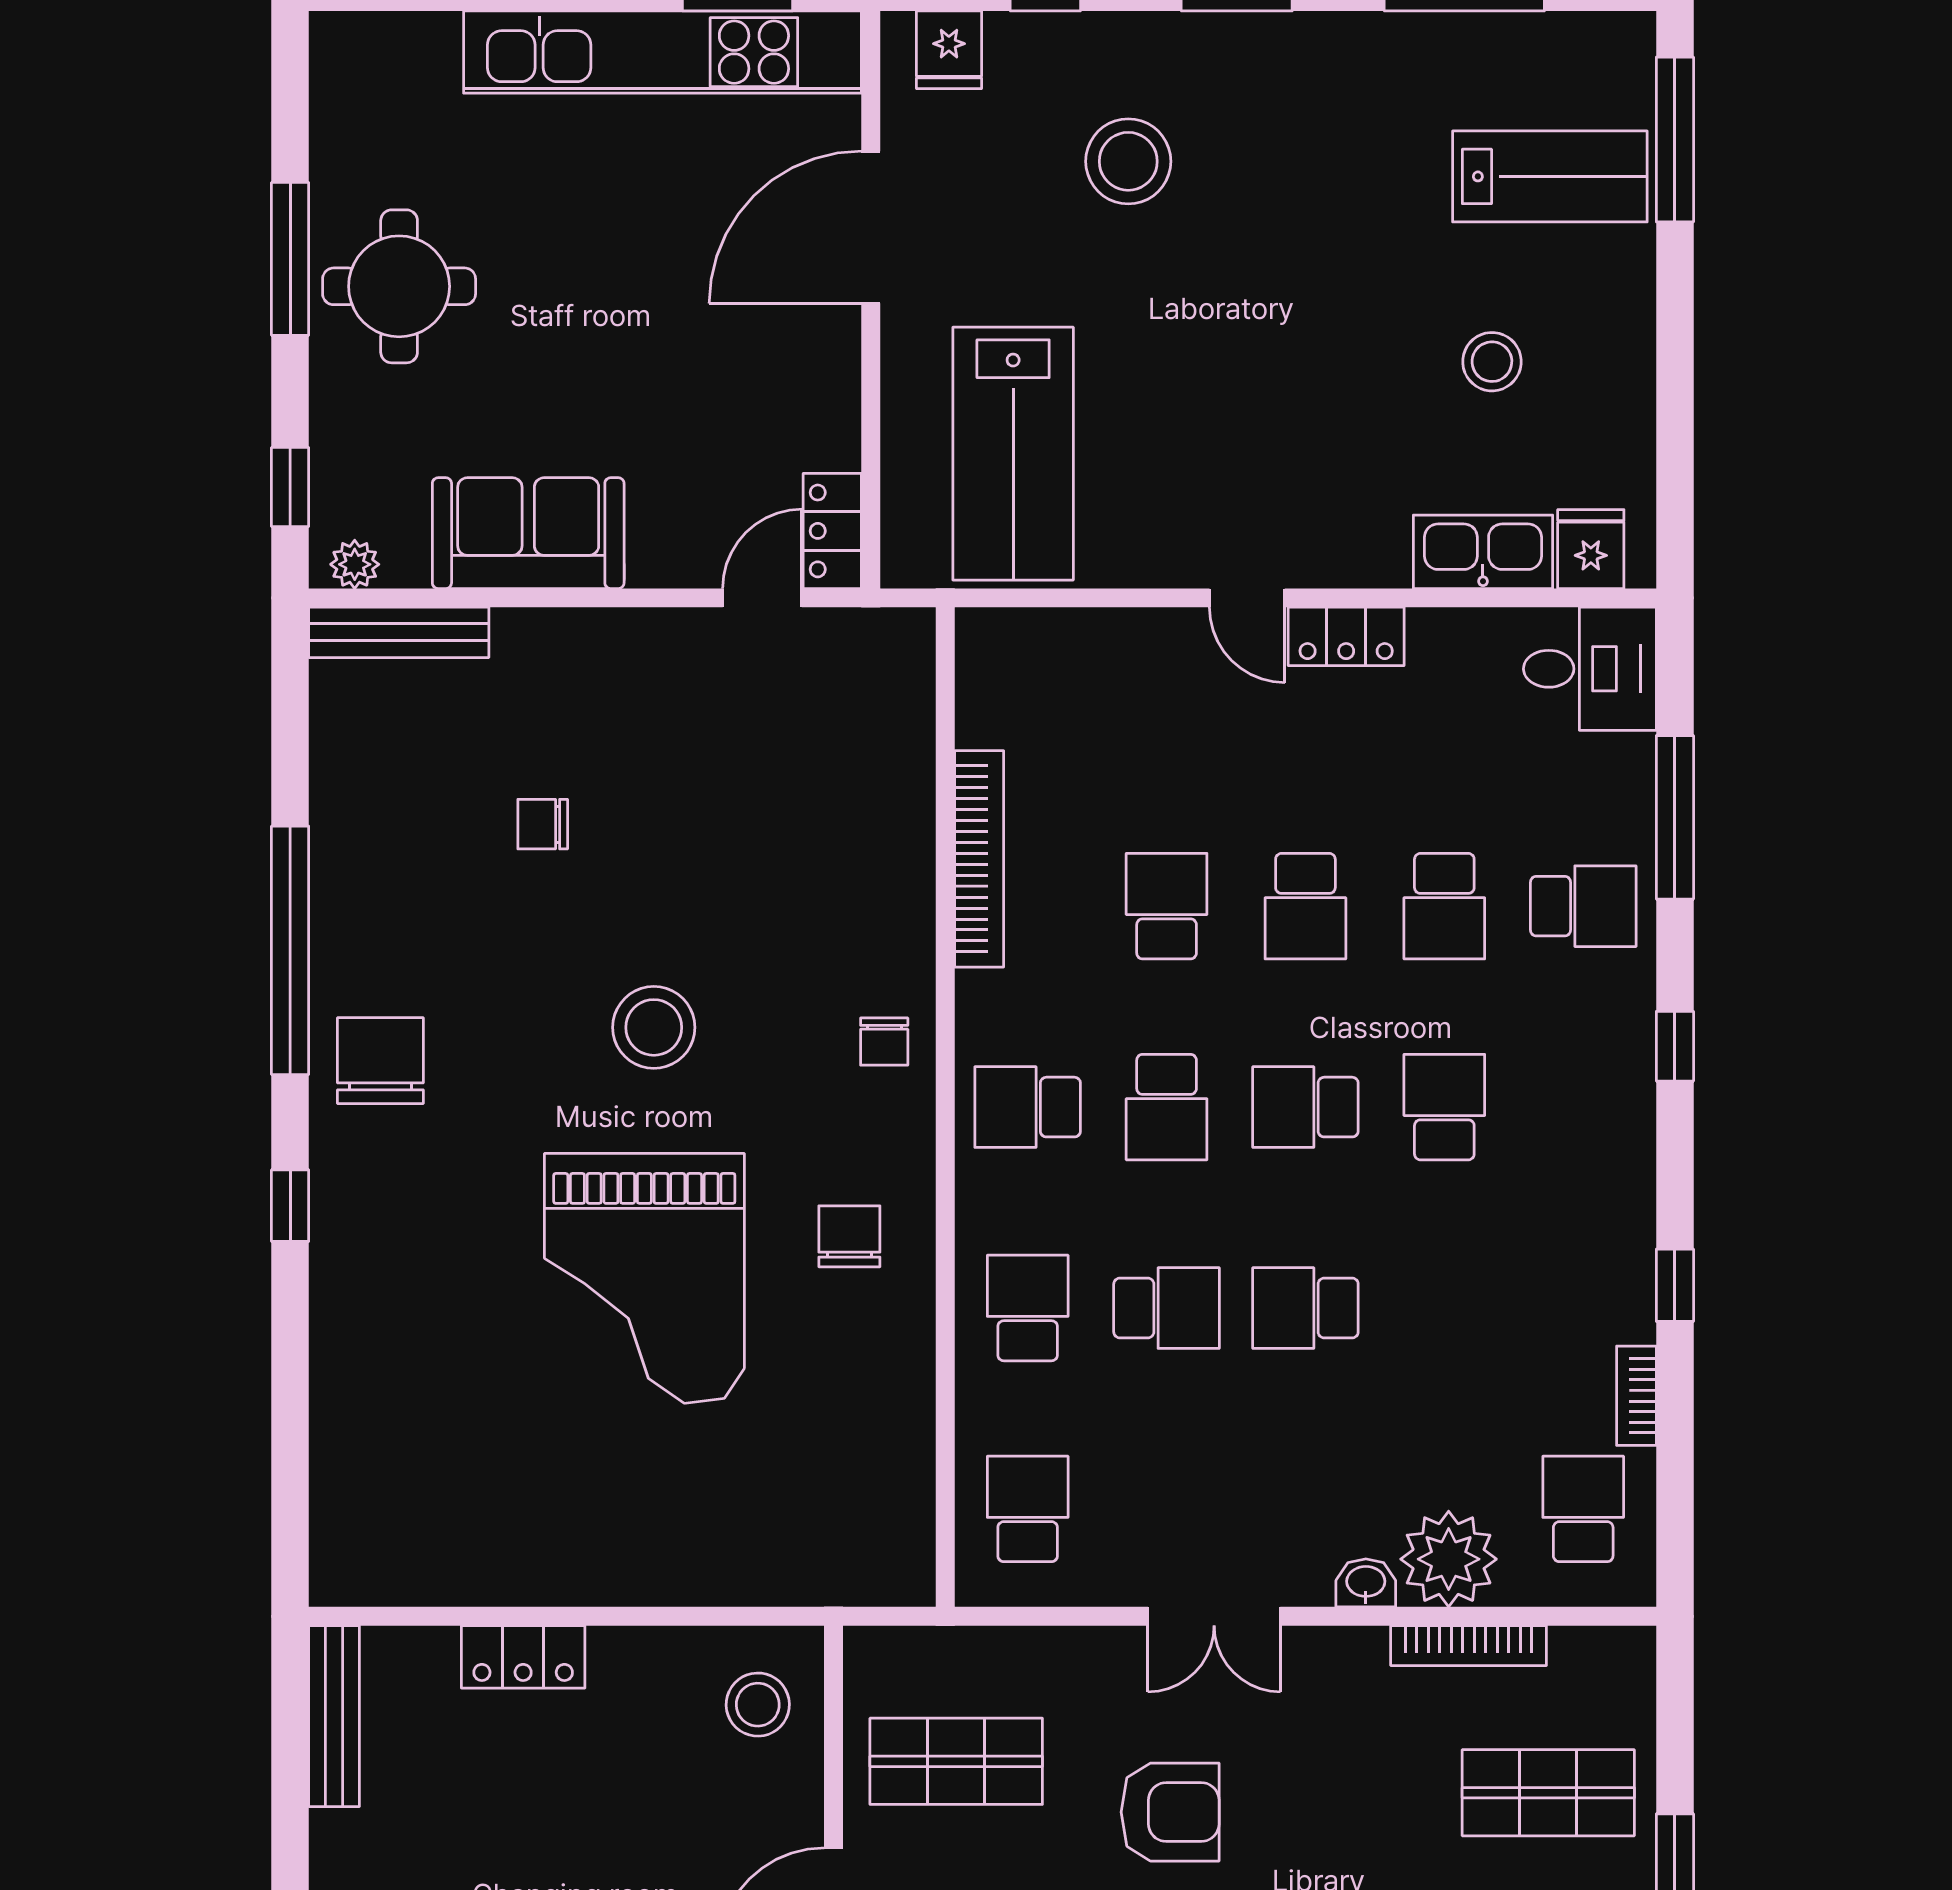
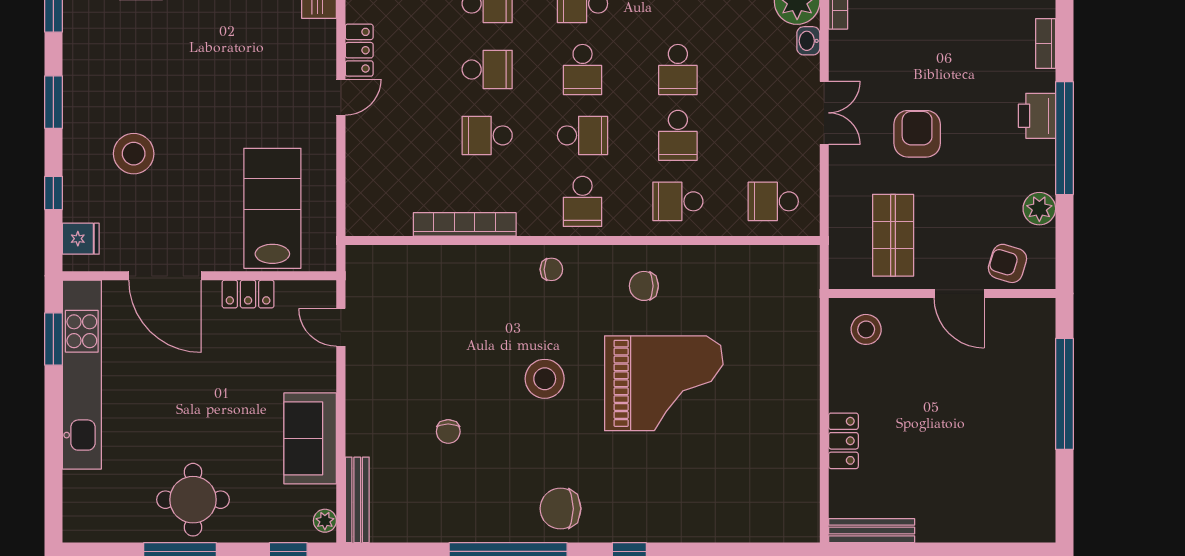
lab bench: (1013, 454) -> (272, 208), turned -90
locker: (832, 531) -> (248, 294), moved
school desk: (1167, 1308) -> (678, 135), turned 180

